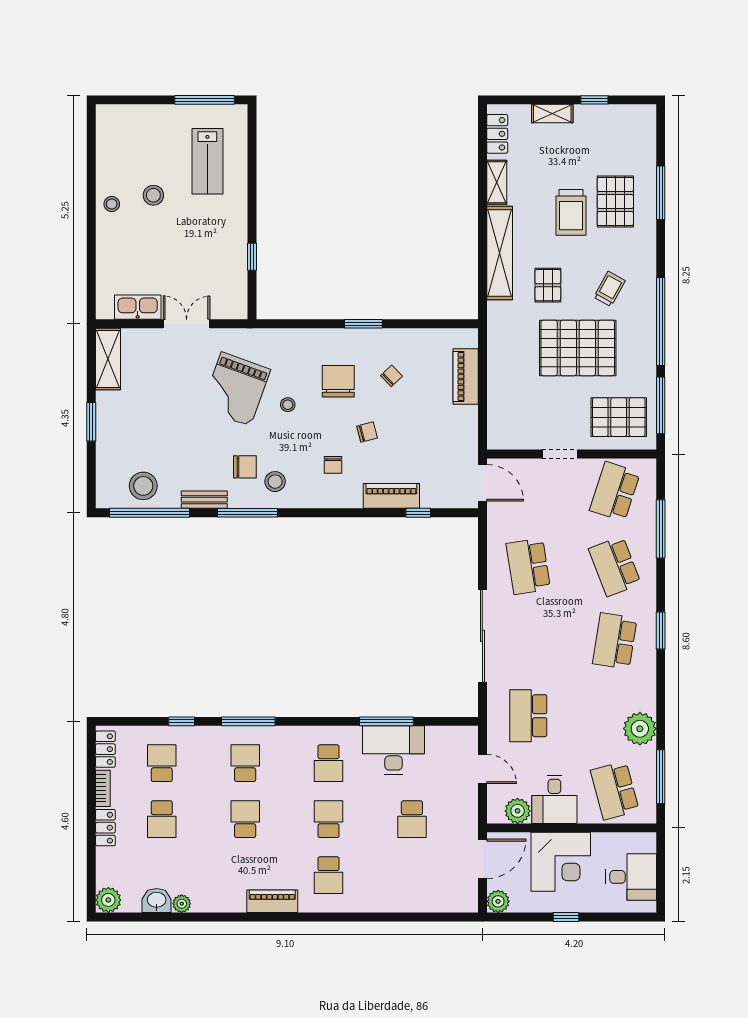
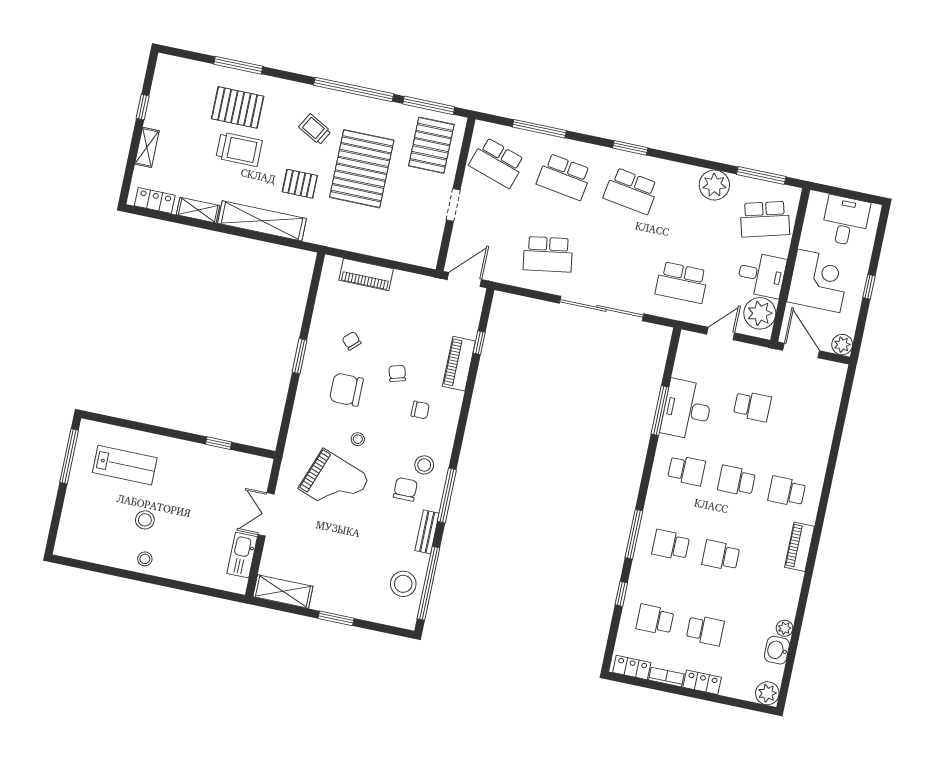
school desk: (615, 566) -> (564, 177), turned 30
plant: (518, 811) -> (760, 313), width x1.36, depth x1.36
school desk: (329, 875) -> (787, 491), turned 180

